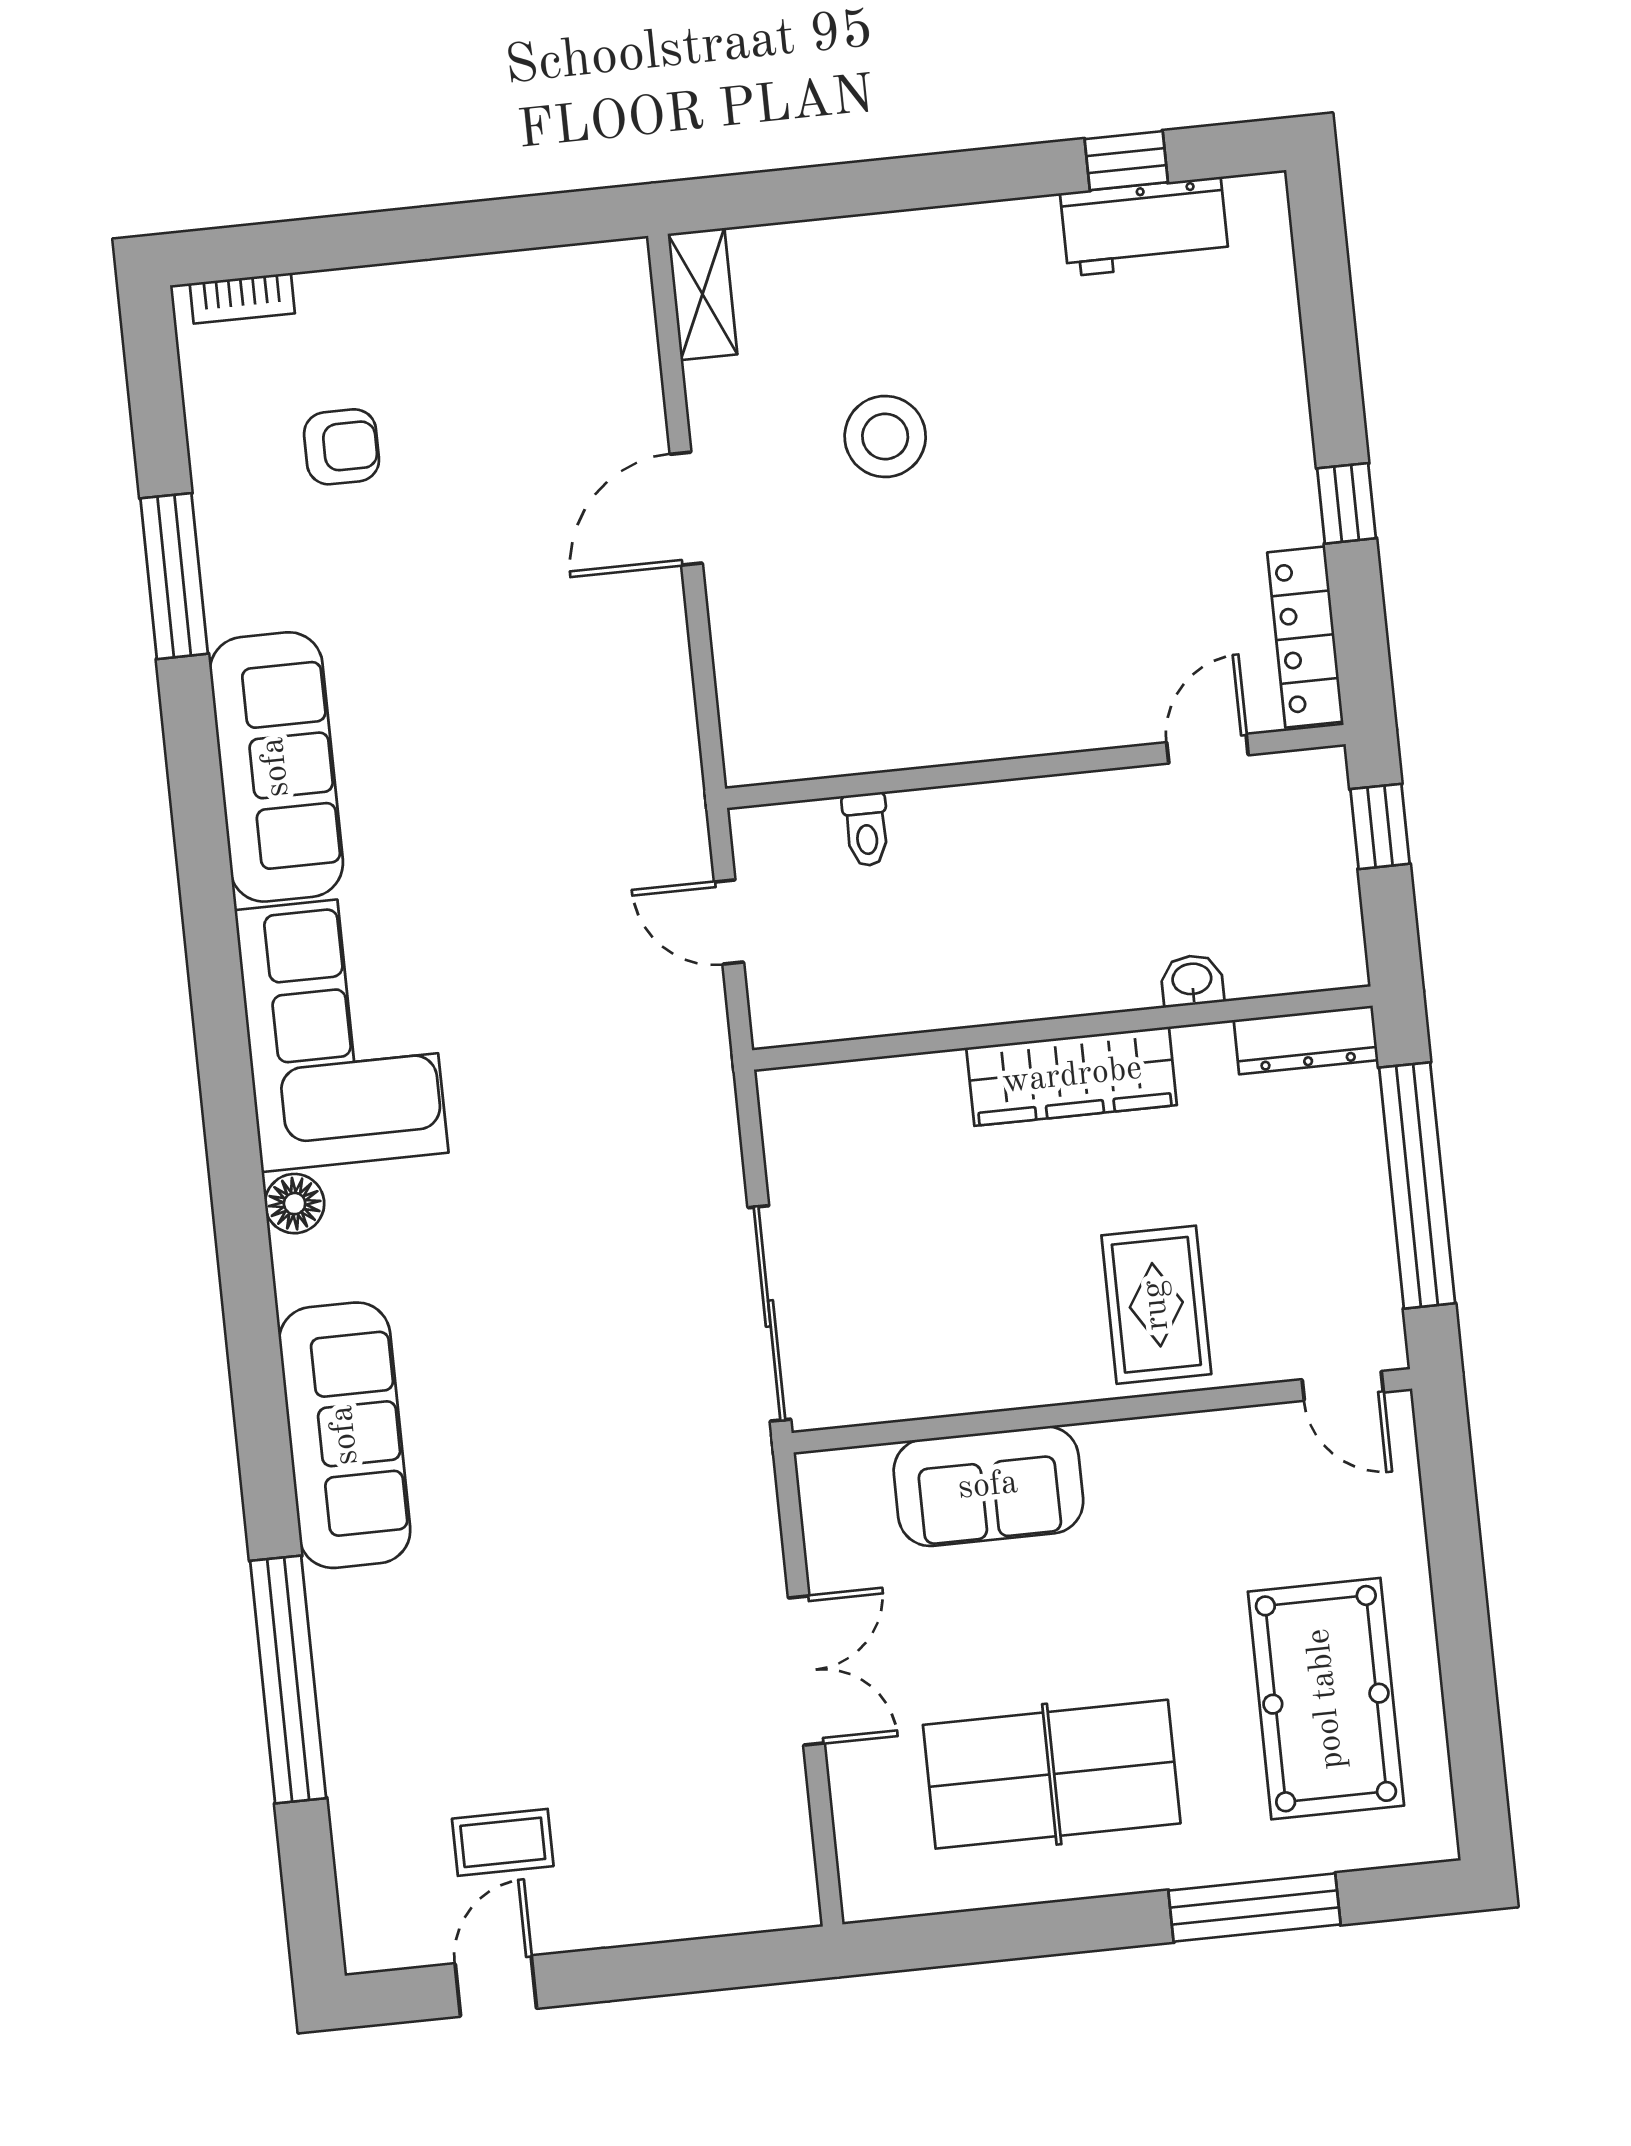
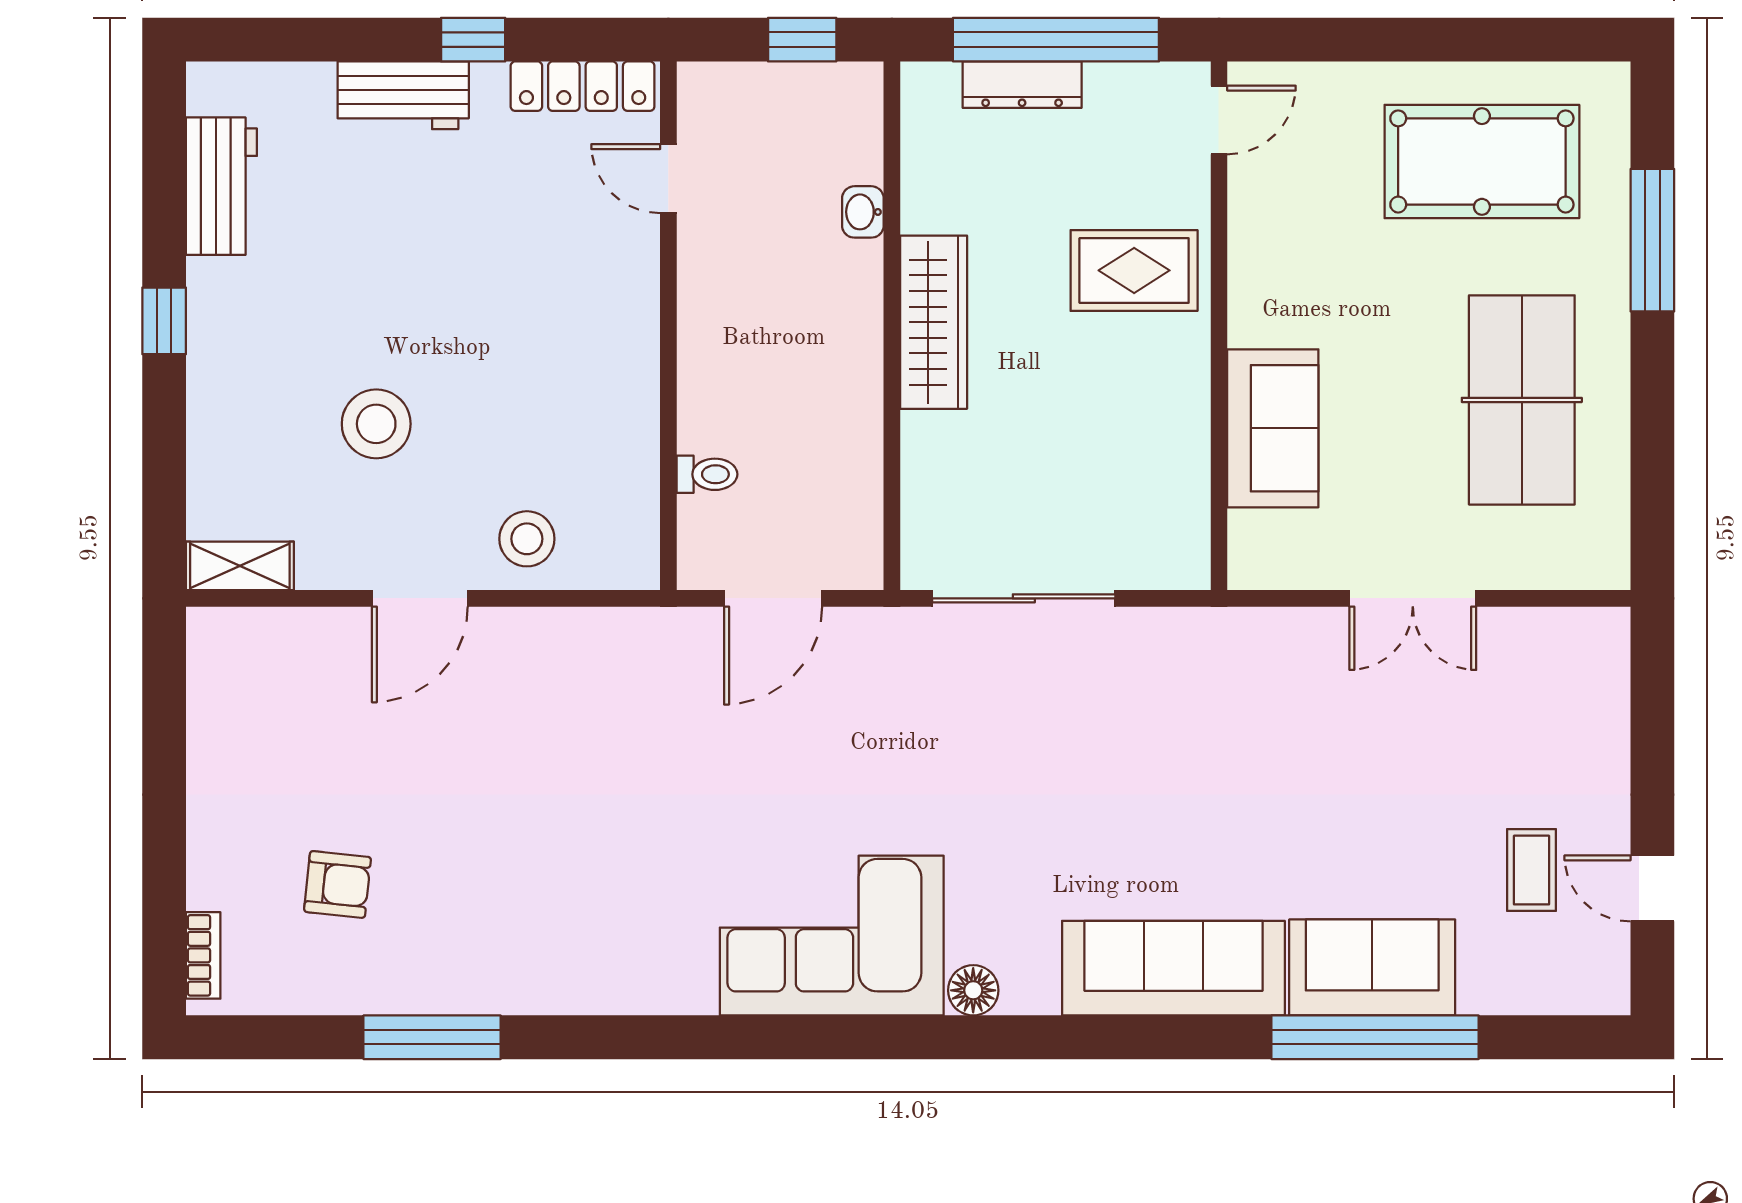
window: (1126, 161) -> (164, 321), moved
workbench: (1273, 428) -> (403, 95), added
armchair: (342, 447) -> (337, 884), turned 96
door: (686, 509) -> (420, 598), hinge flipped
stool: (769, 627) -> (527, 539), added
sofa: (276, 767) -> (1372, 967), moved, width x0.73
window: (1380, 826) -> (802, 40), moved
door: (729, 922) -> (773, 598), width x1.38
dresser: (1306, 1040) -> (1022, 85), moved, turned 90
sliding door: (769, 1313) -> (1024, 598), moved
double door: (806, 1671) -> (1413, 598), swing flipped

